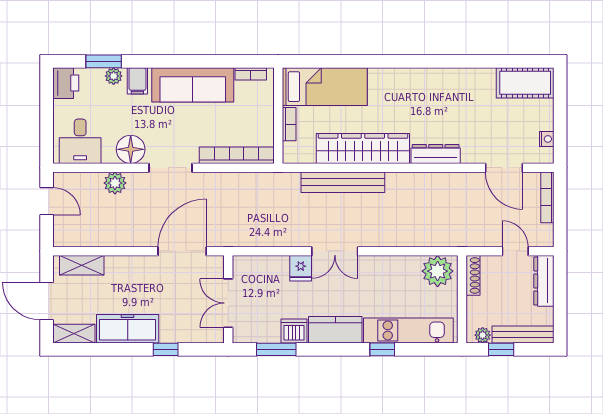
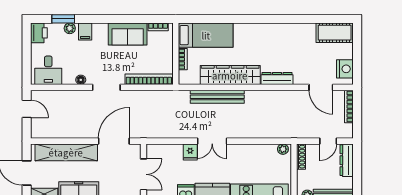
sofa: (193, 85) -> (128, 34), width x0.73
nightstand: (547, 139) -> (345, 69), width x1.89, depth x1.79
floor lamp: (131, 149) -> (81, 80), width x0.53, depth x0.53
plant: (115, 183) -> (71, 97), removed
door: (515, 251) -> (328, 141), swing flipped
shelving: (82, 265) -> (66, 152), width x2.20, depth x1.33
plant: (438, 271) -> (283, 149), width x0.53, depth x0.53
double door: (228, 303) -> (144, 174), swing flipped

